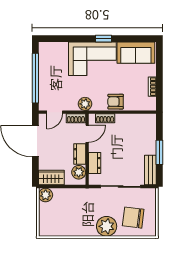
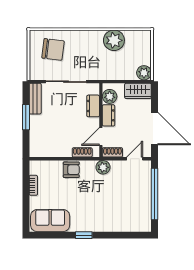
corner sofa: (92, 59) -> (95, 214), removed
plant: (107, 226) -> (114, 40), moved

